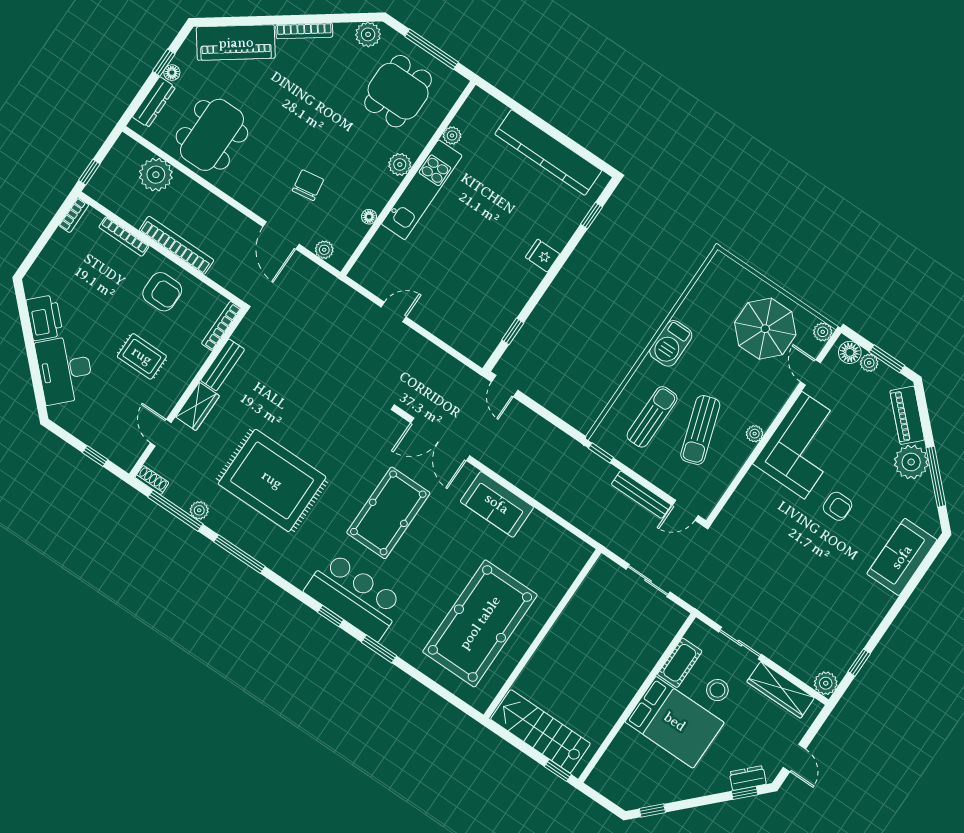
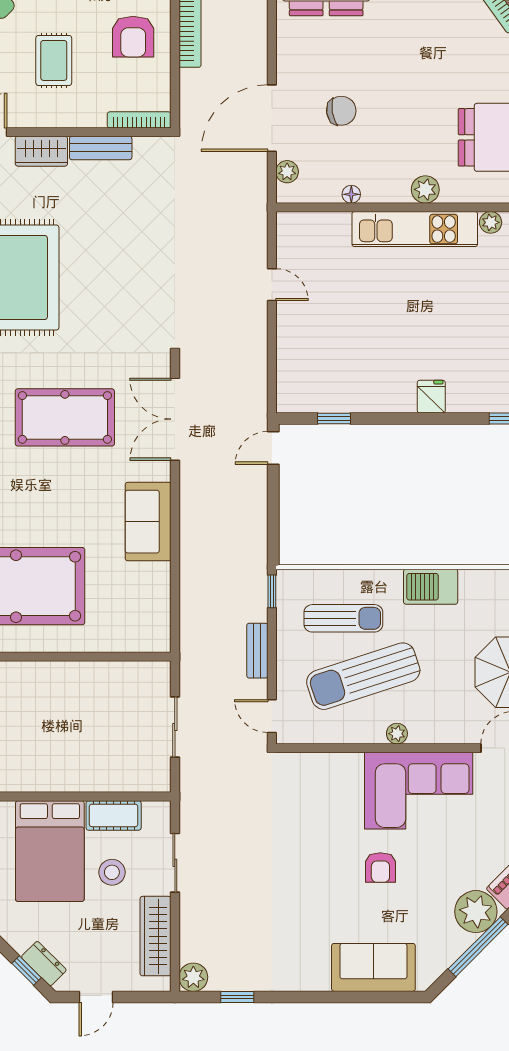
door: (281, 235) -> (272, 118), width x1.36
sun lounger: (700, 430) -> (363, 676), width x1.36, depth x1.34
bench: (641, 495) -> (257, 651), width x0.73

